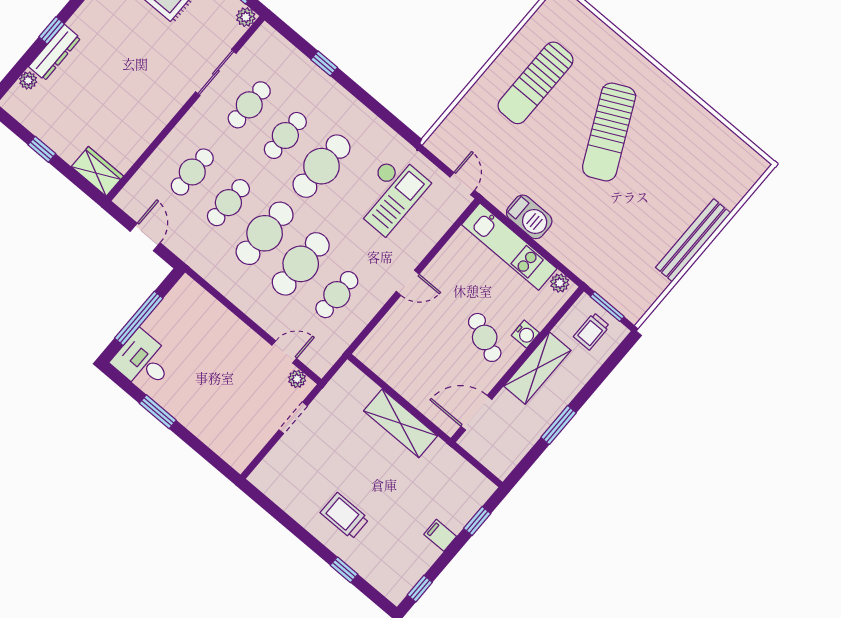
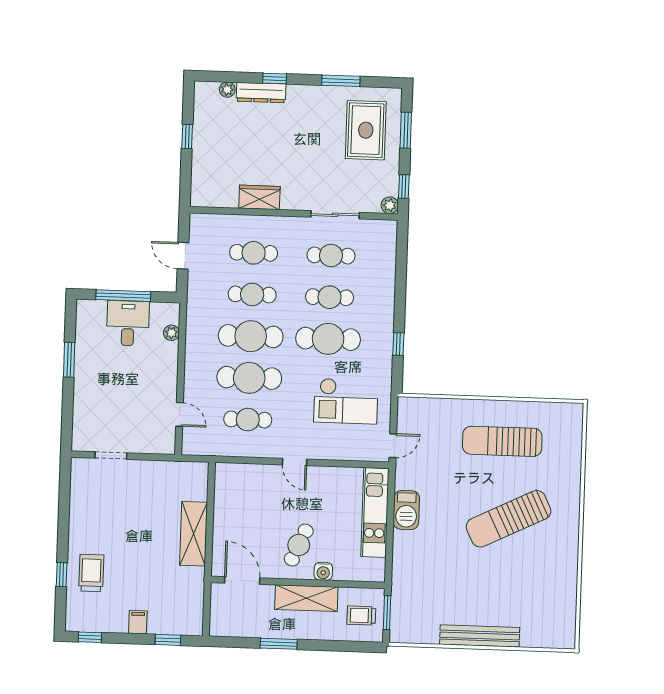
window: (324, 63) -> (398, 344), moved
wardrobe: (97, 171) -> (259, 197), moved, turned -90
door: (145, 237) -> (183, 256), swing flipped
plant: (560, 283) -> (377, 567), removed
desk: (143, 361) -> (128, 323), moved
plant: (297, 379) -> (171, 333), moved
doorway: (293, 418) -> (111, 456), moved
trolley: (345, 516) -> (91, 573), moved

